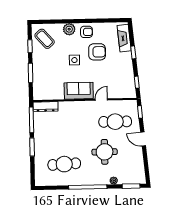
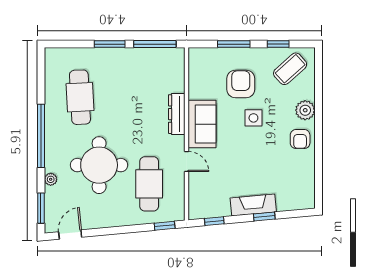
fireplace: (124, 38) -> (253, 205), moved
armchair: (97, 52) -> (241, 84), moved, turned 180
dresser: (46, 107) -> (177, 114), moved
door: (143, 139) -> (70, 234), moved
round table: (105, 152) -> (99, 165), width x1.36, depth x1.36

